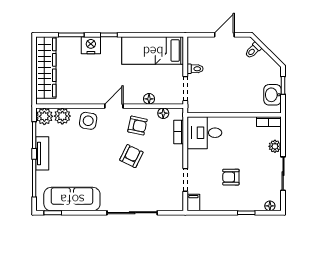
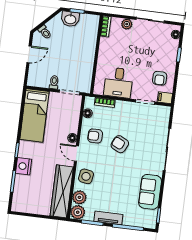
door: (224, 35) -> (29, 54), swing flipped
wardrobe: (46, 68) -> (62, 191), moved, turned -90
washbasin: (273, 95) -> (70, 19), moved
floor lamp: (149, 99) -> (72, 138), moved
armchair: (137, 126) -> (95, 136), turned -102
desk: (204, 133) -> (118, 83), moved
armchair: (231, 177) -> (160, 78), moved
sofa: (72, 199) -> (150, 192), width x0.73

